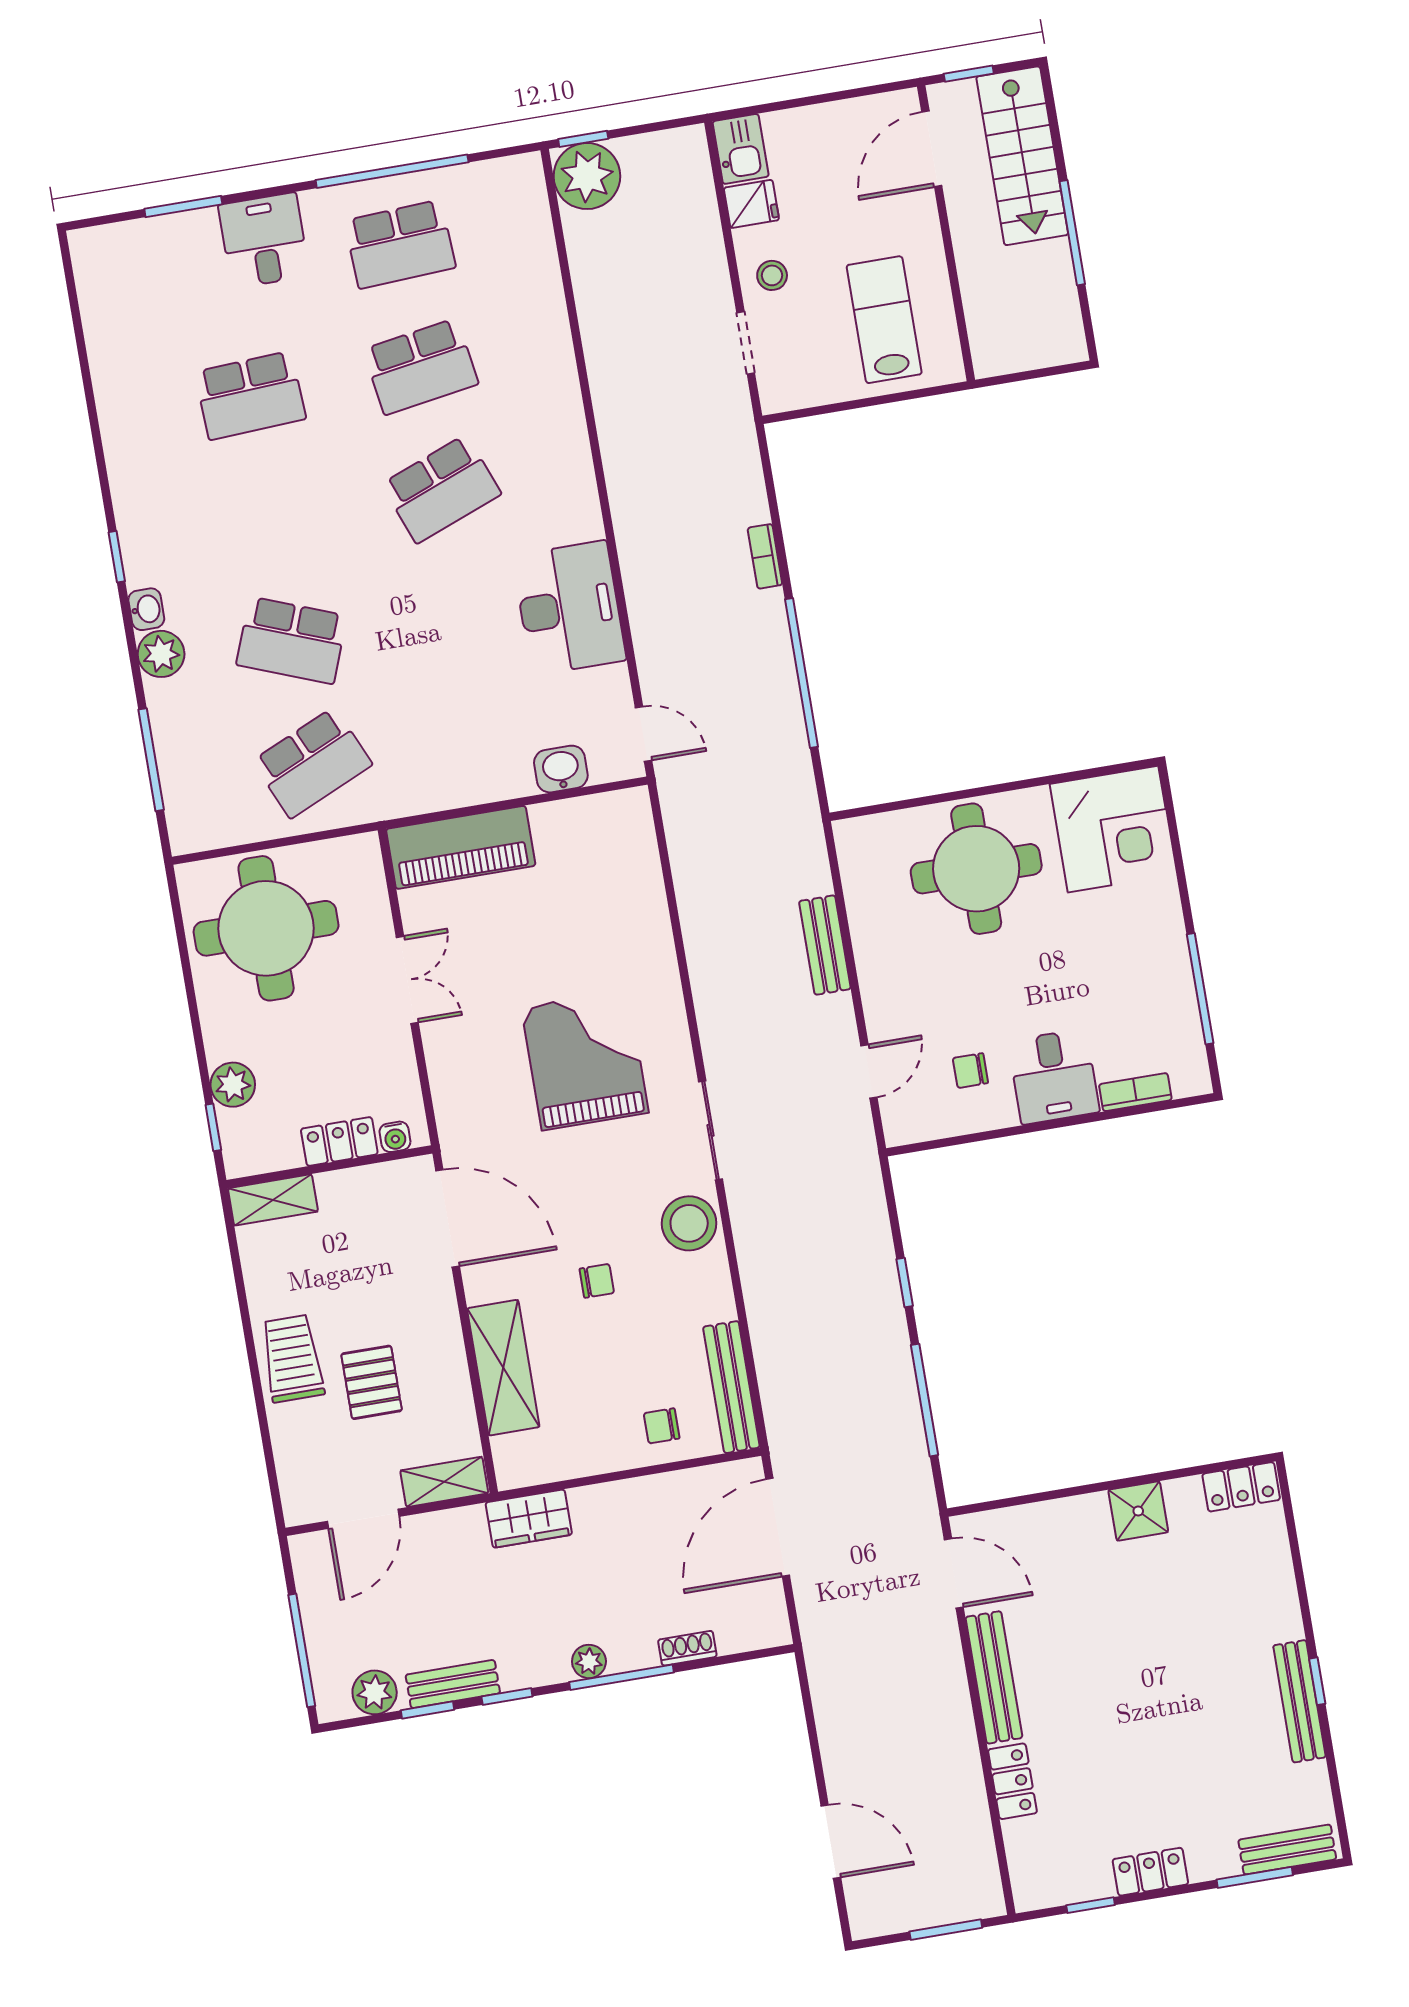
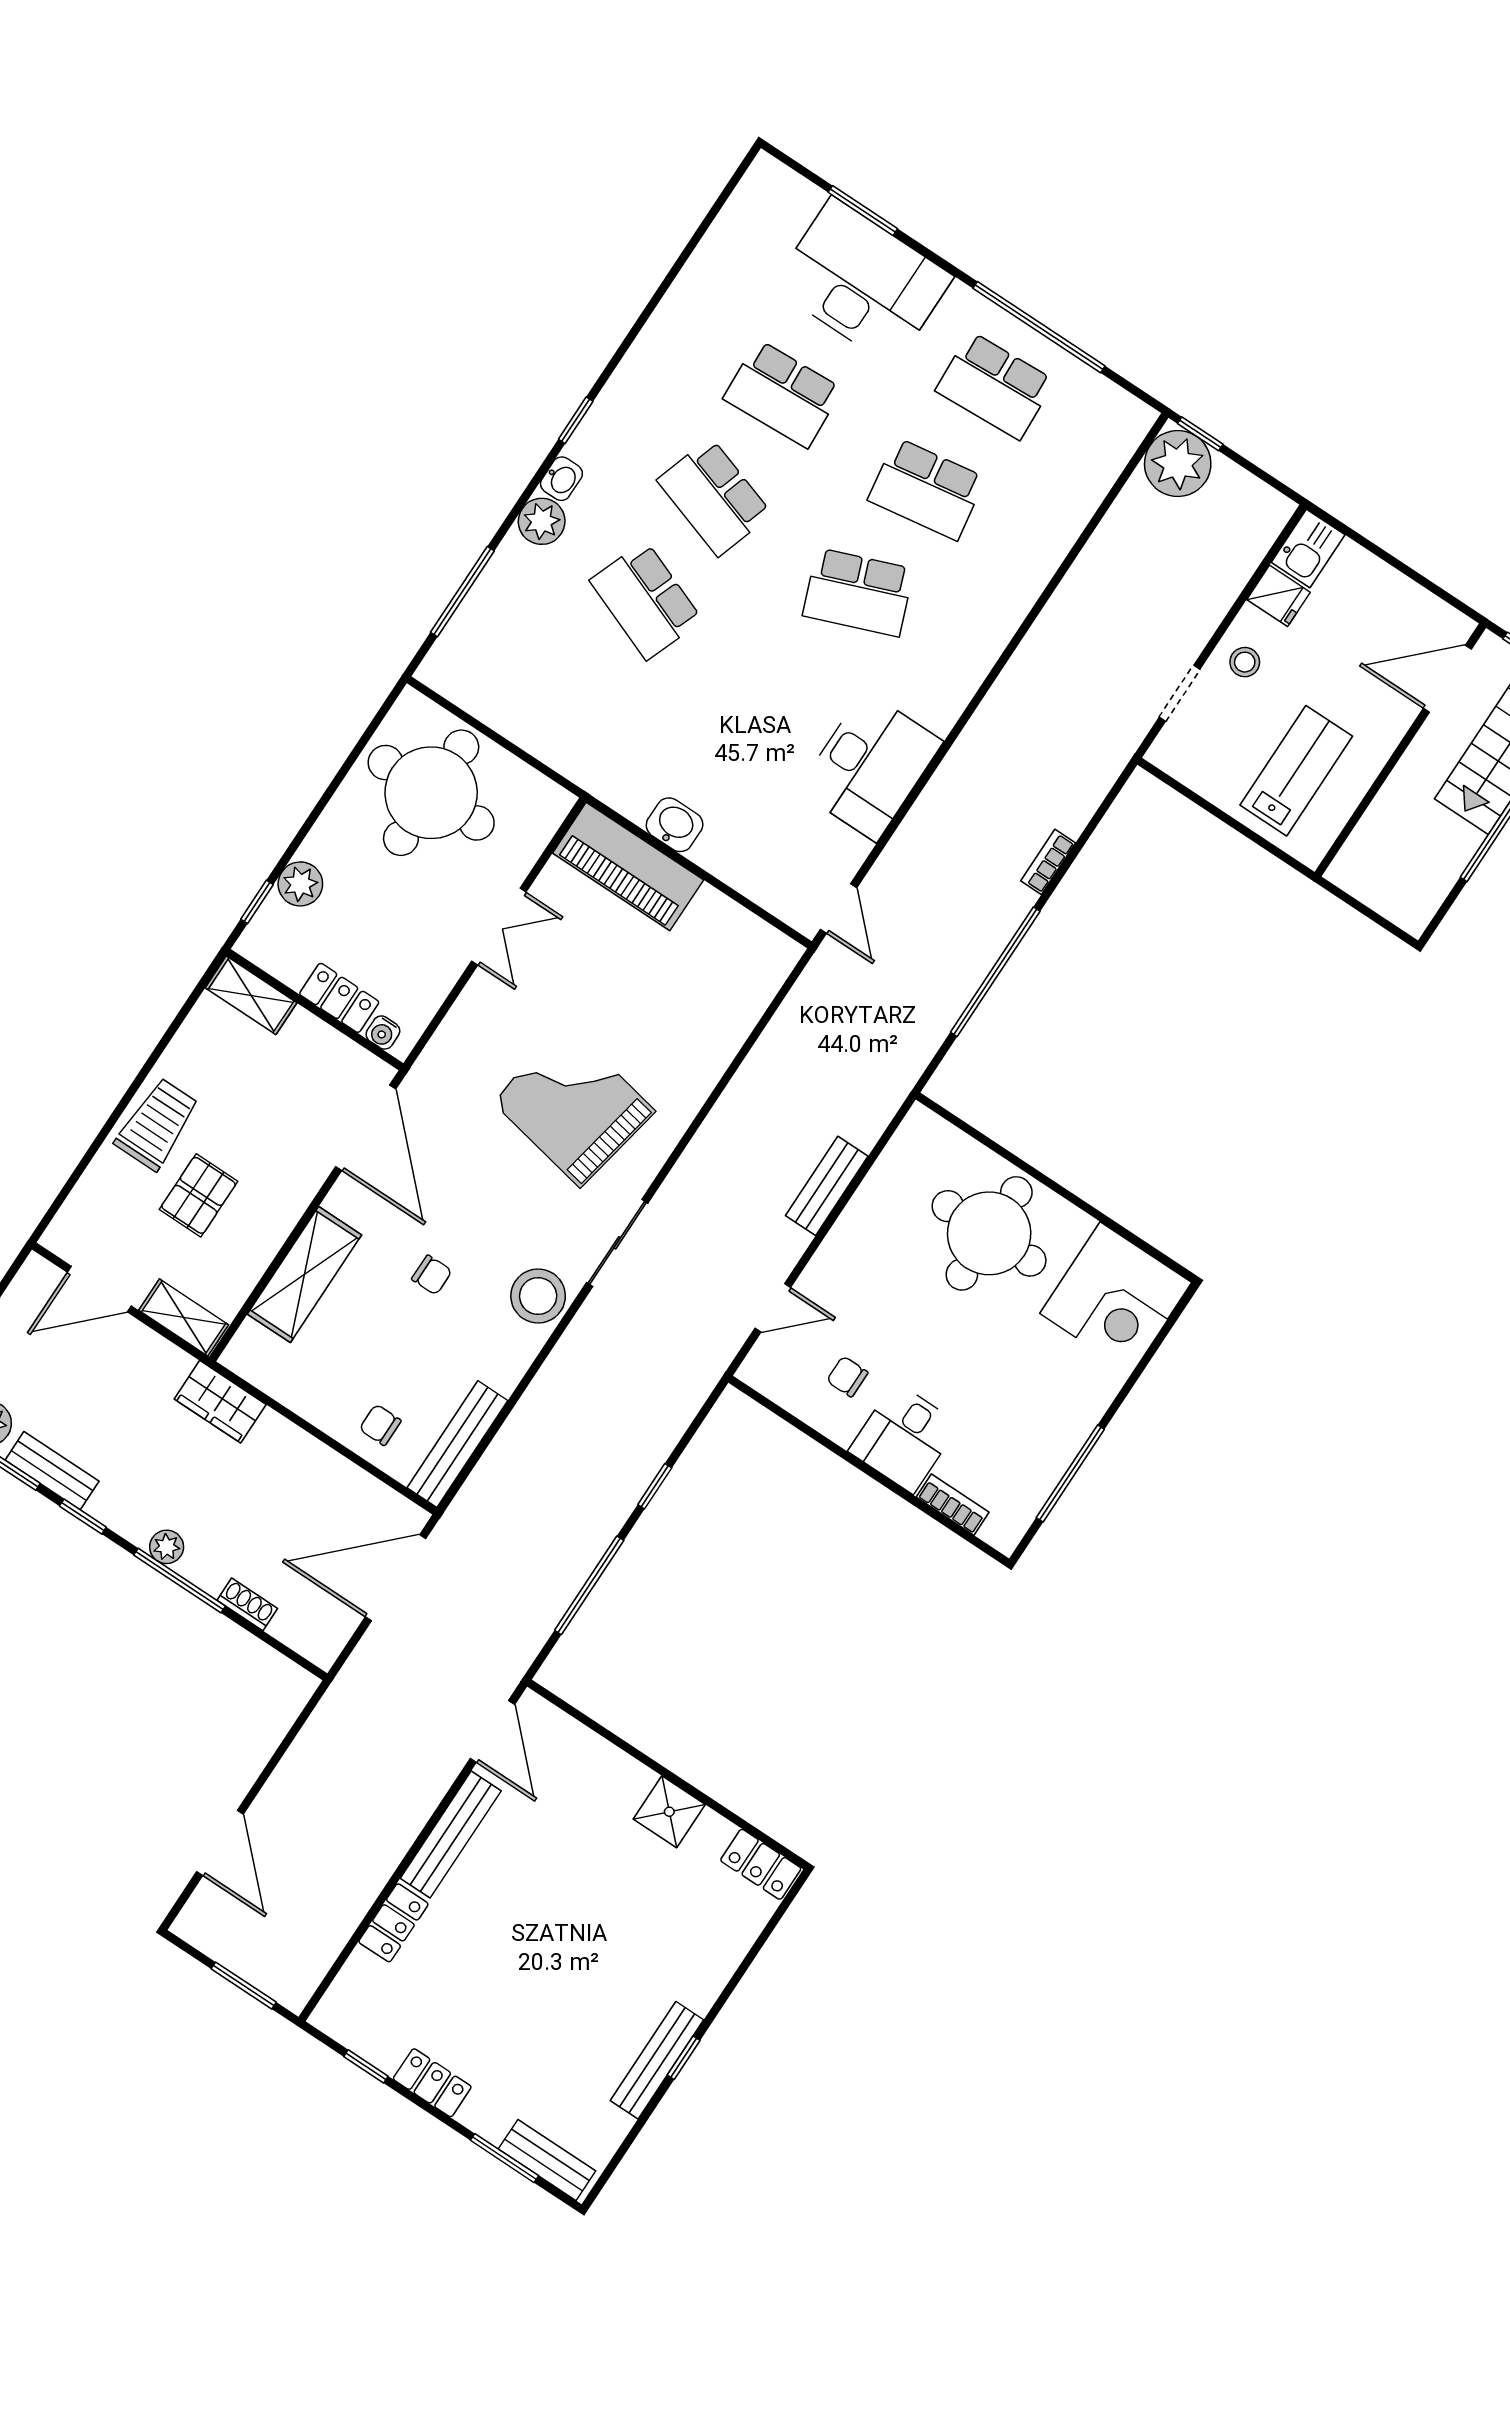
desk: (264, 240) -> (863, 282), width x1.87, depth x1.30
school desk: (312, 763) -> (714, 497), moved, turned 42
washbasin: (561, 769) -> (675, 825), moved
grand piano: (585, 1060) -> (574, 1106), turned -79

